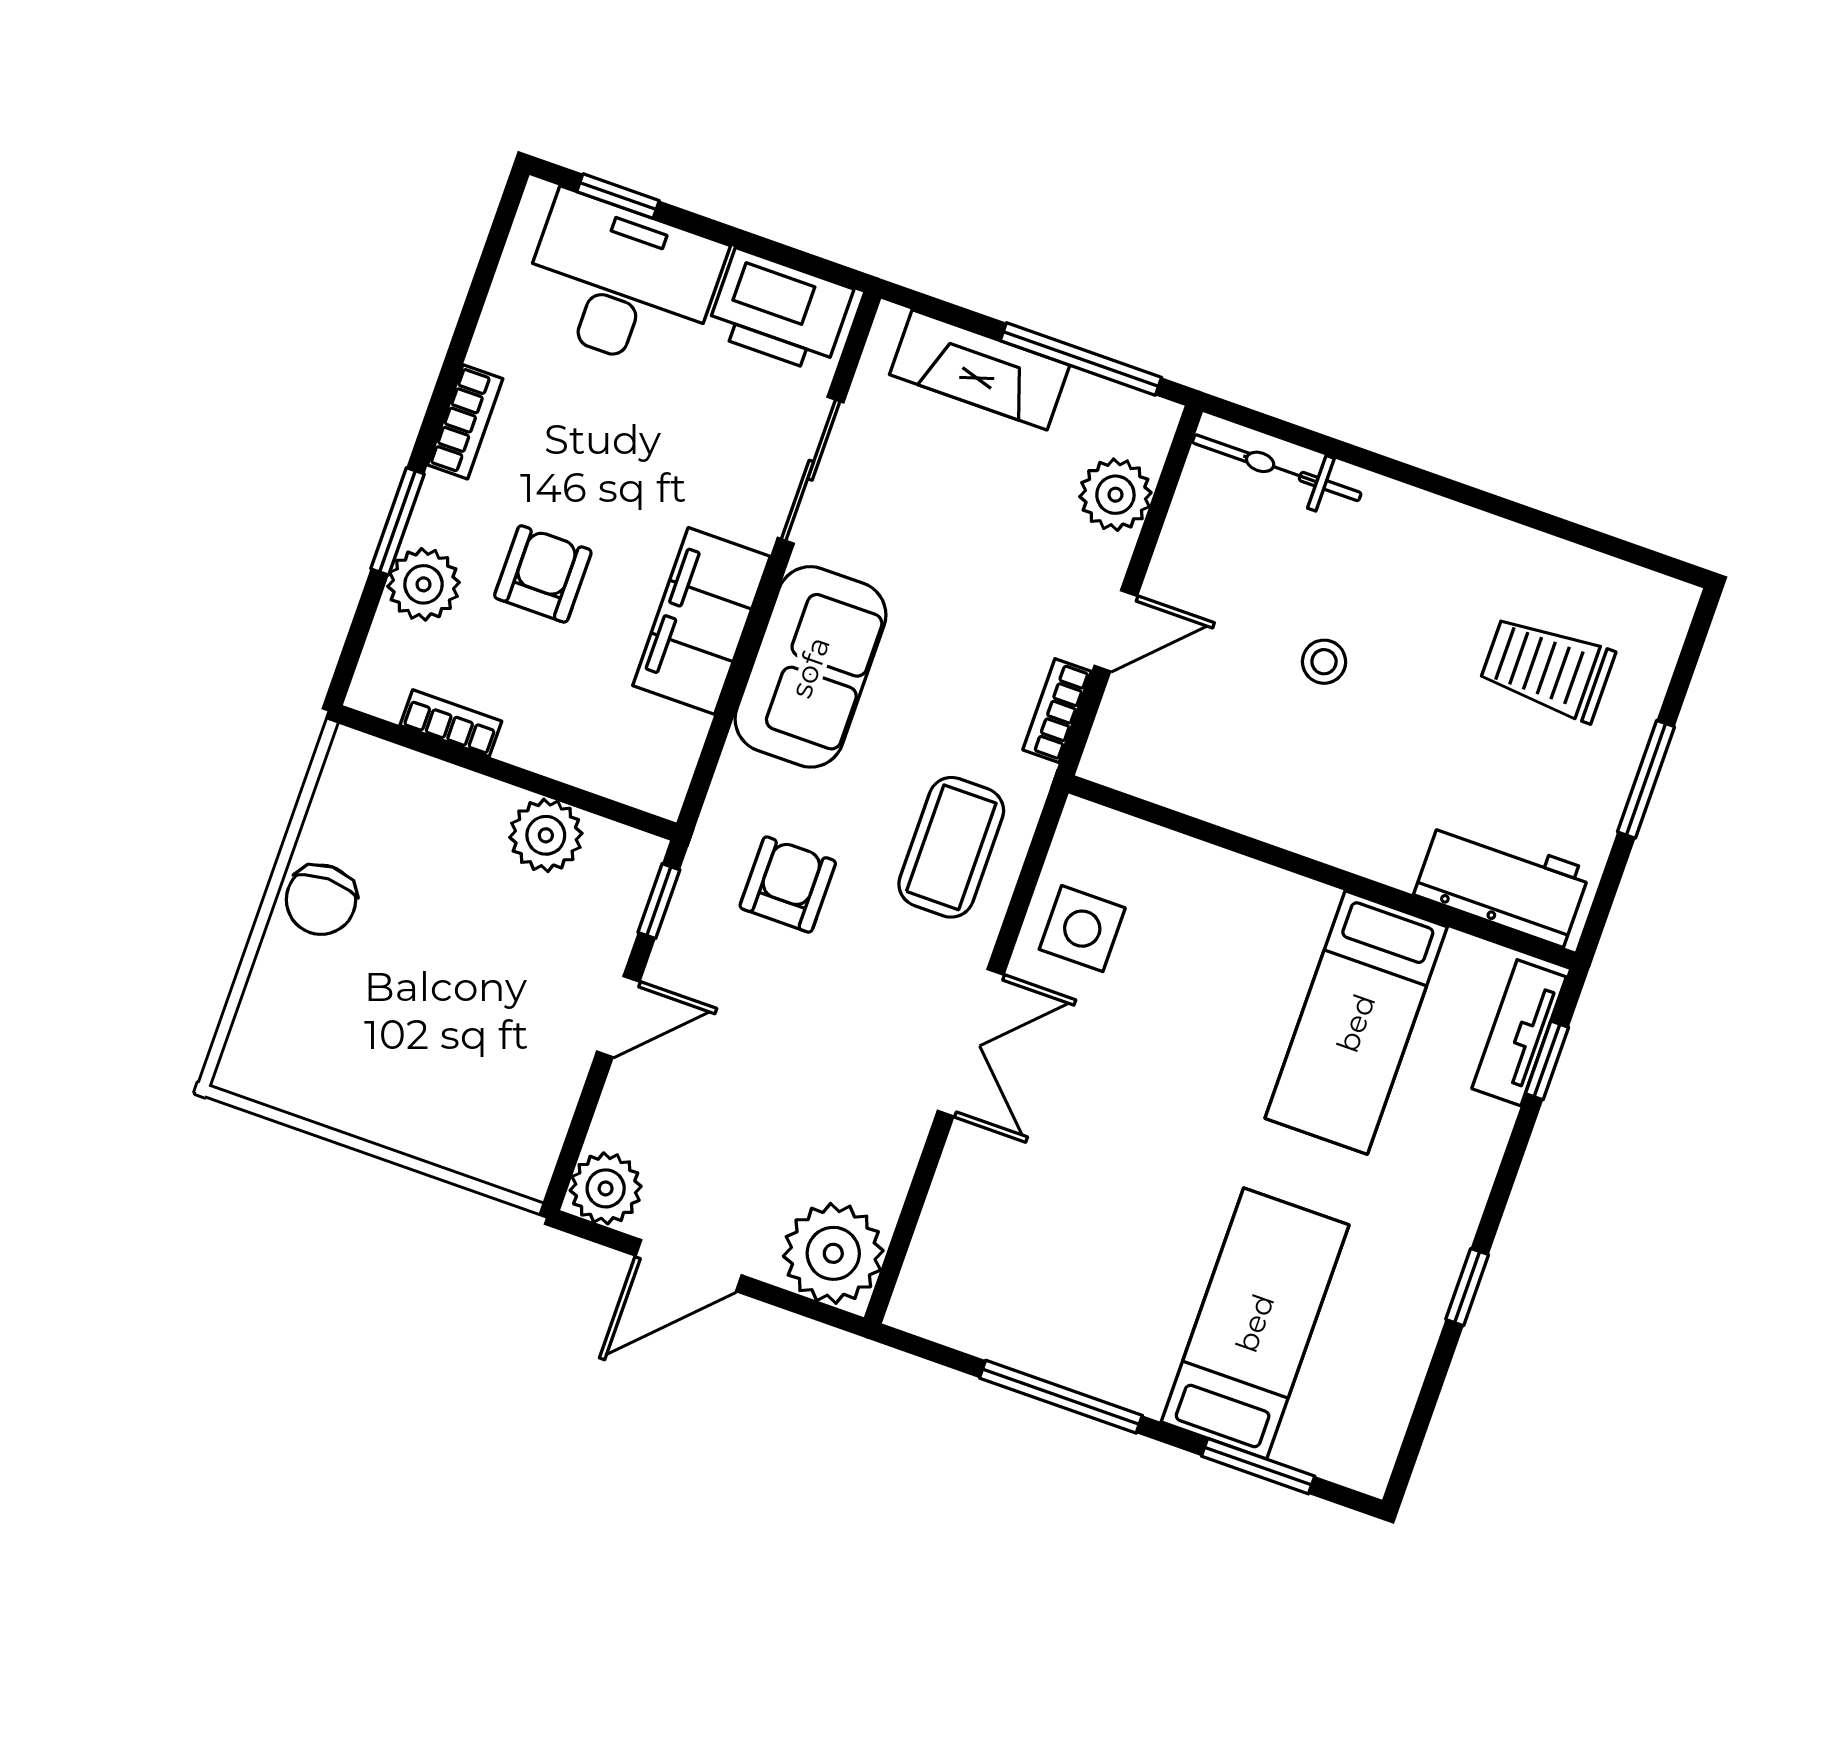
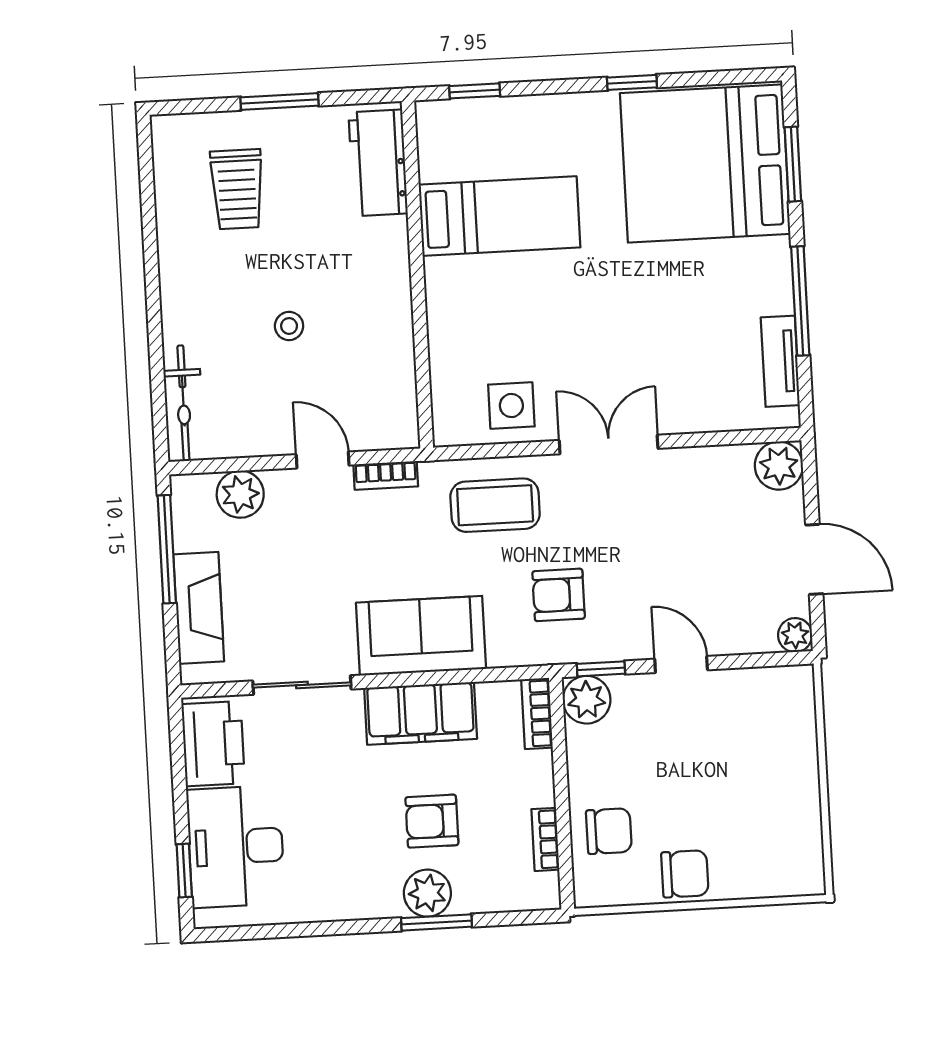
bookcase: (465, 422) -> (537, 713), moved, turned -90
plant: (423, 584) -> (427, 893), moved
chair: (426, 818) -> (609, 831), added
plant: (546, 835) -> (587, 700), moved
tv unit: (1519, 1033) -> (780, 361), moved, turned 90
plant: (606, 1188) -> (795, 635), width x0.73, depth x0.73
plant: (833, 1253) -> (779, 466), width x0.73, depth x0.73
bed: (1255, 1323) -> (705, 164), width x2.04

